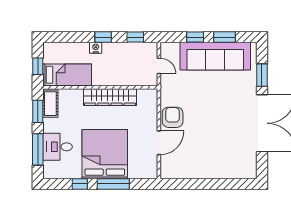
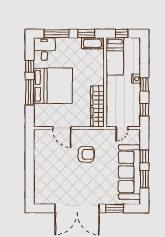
wardrobe: (110, 97) -> (97, 106), moved
armchair: (173, 117) -> (86, 154), moved
desk: (58, 147) -> (44, 49), moved

